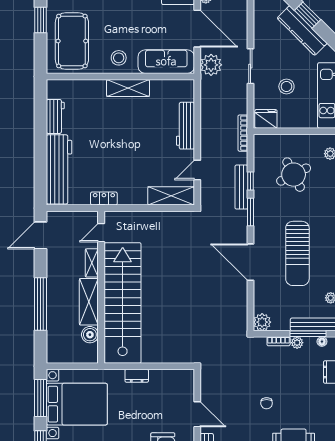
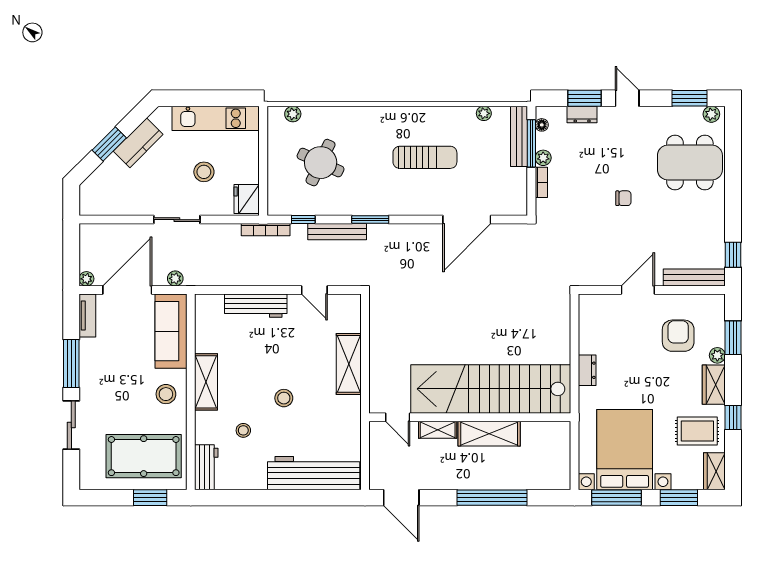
window: (41, 20) -> (150, 498), moved
kitchen counter: (302, 31) -> (138, 143), width x0.67
plant: (211, 65) -> (175, 278), width x0.53, depth x0.53
workbench: (55, 116) -> (206, 467), moved, turned 90
stool: (91, 116) -> (243, 430), added
stool: (116, 147) -> (284, 398), added
round table: (294, 175) -> (321, 163), turned -38
window: (250, 181) -> (303, 220), moved
shelving: (171, 196) -> (349, 364), moved
locker: (104, 198) -> (352, 414), removed
sun lounger: (297, 253) -> (425, 157), width x0.73, depth x0.75
door: (250, 262) -> (467, 220), moved
plant: (262, 322) -> (516, 204), removed
boiler: (90, 335) -> (533, 432), removed

